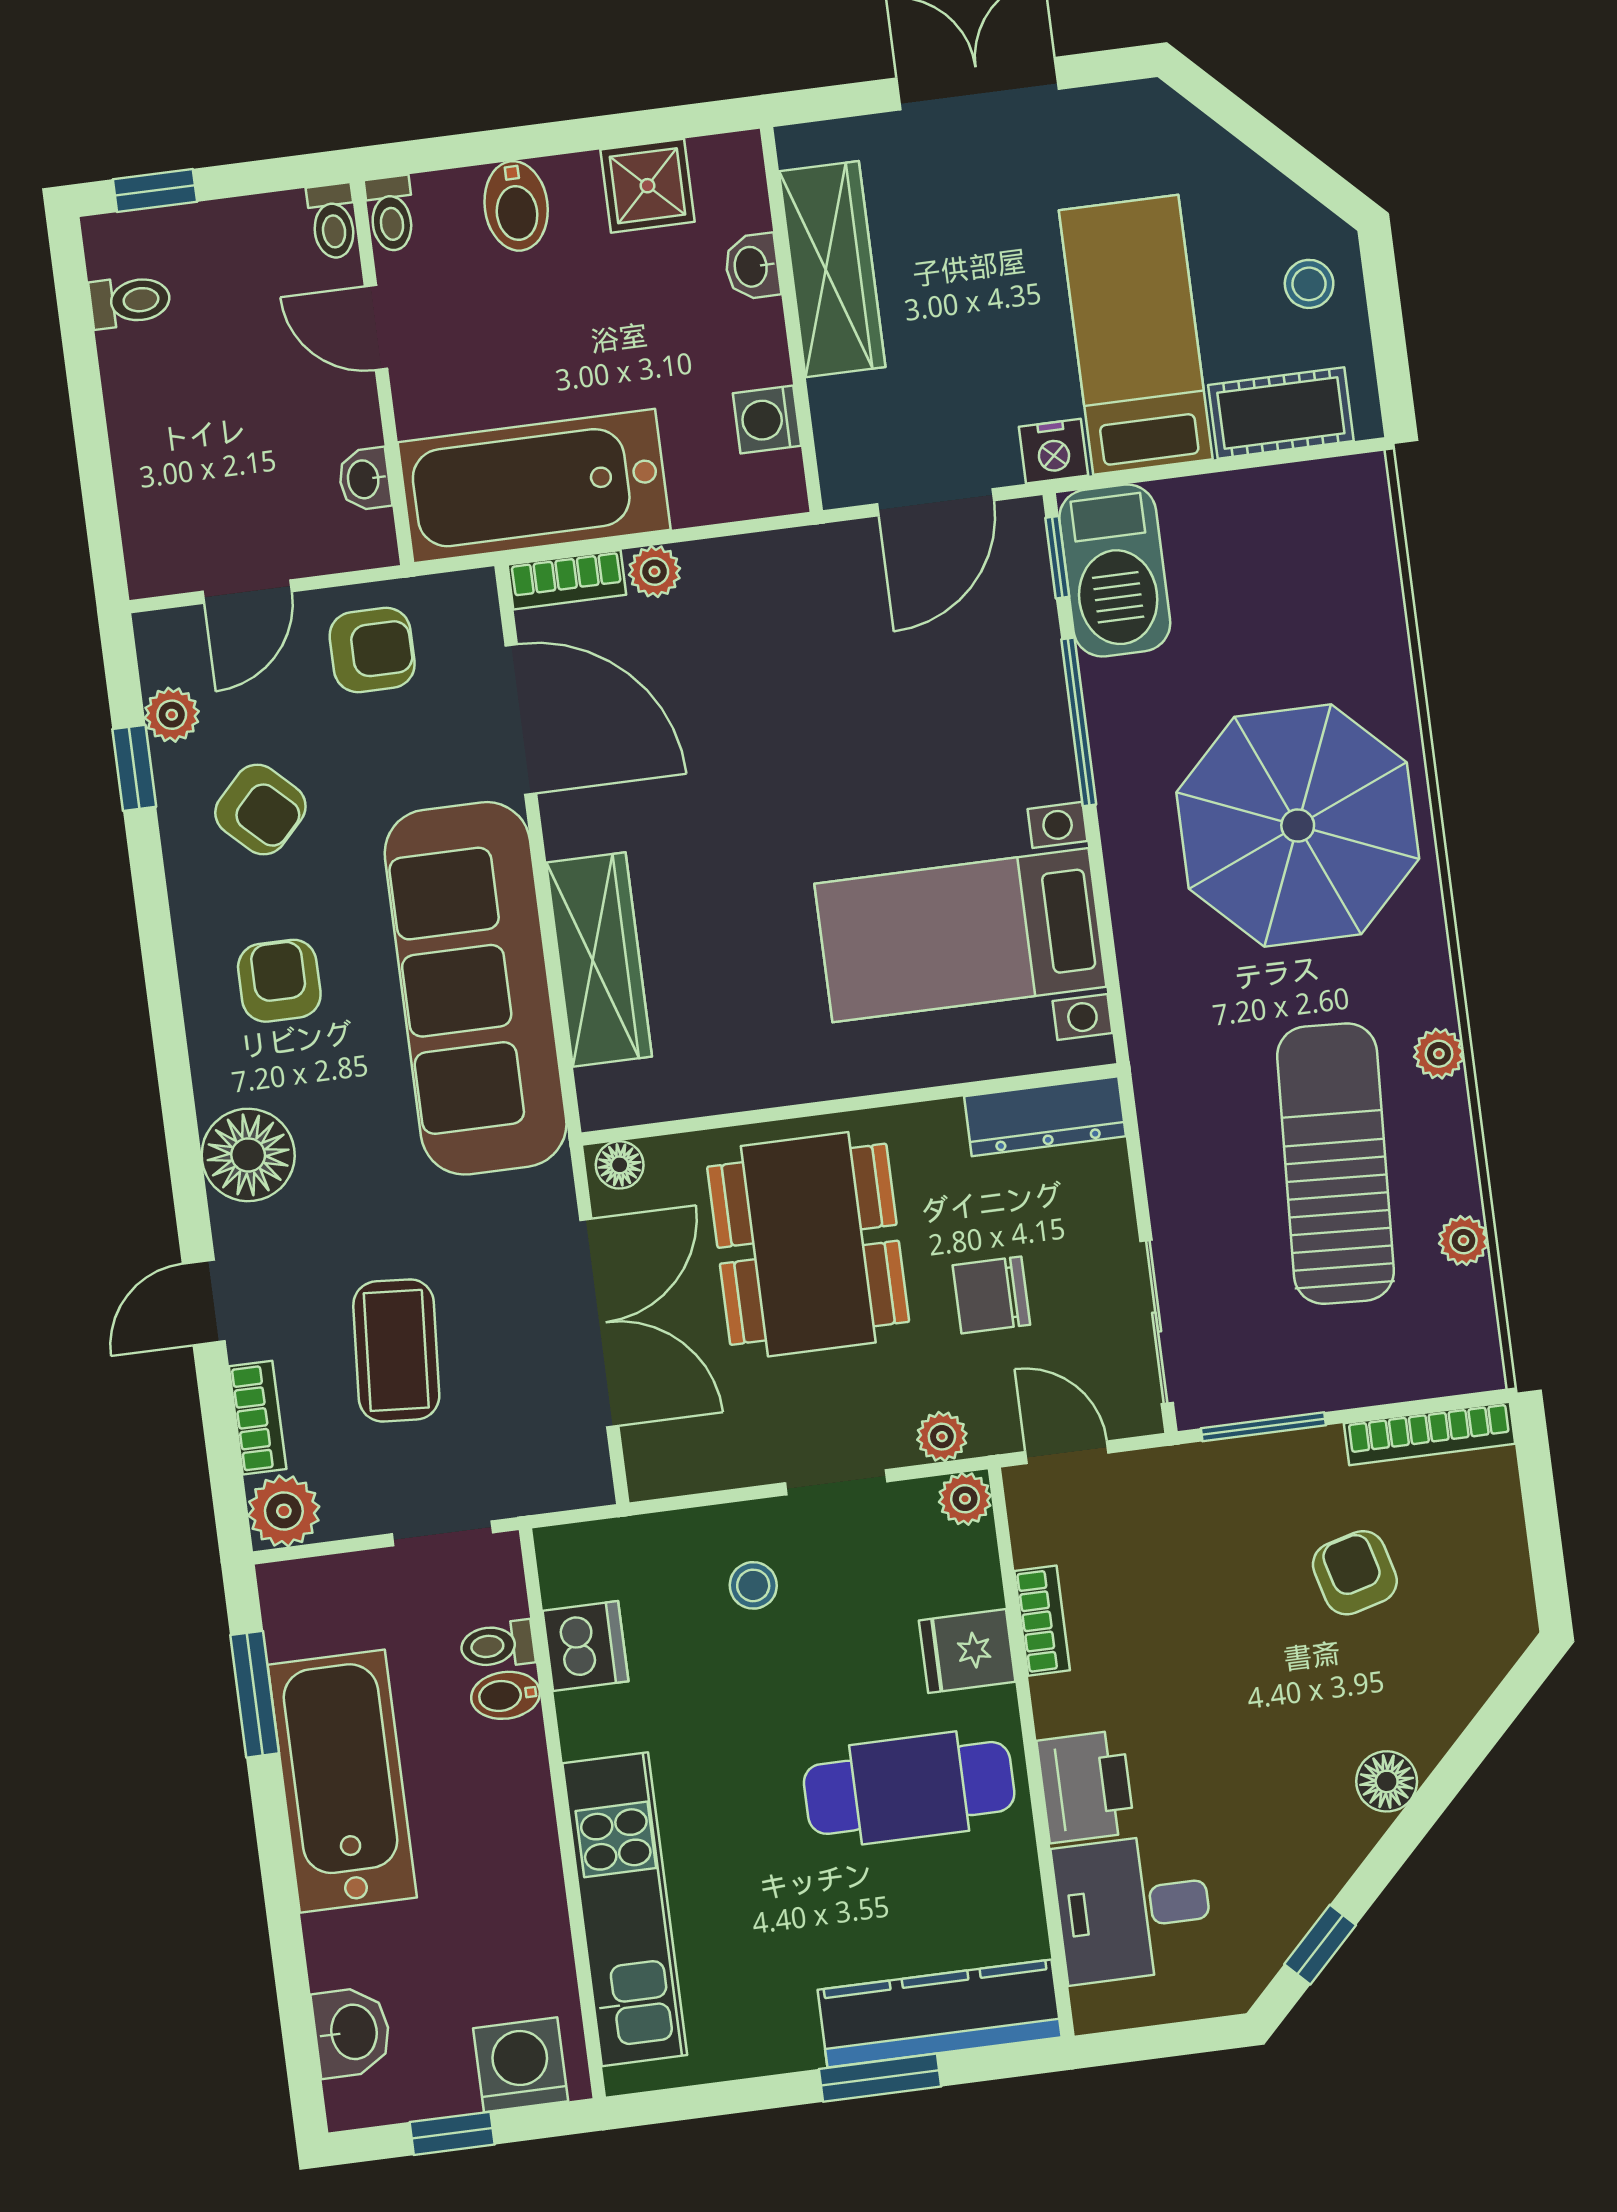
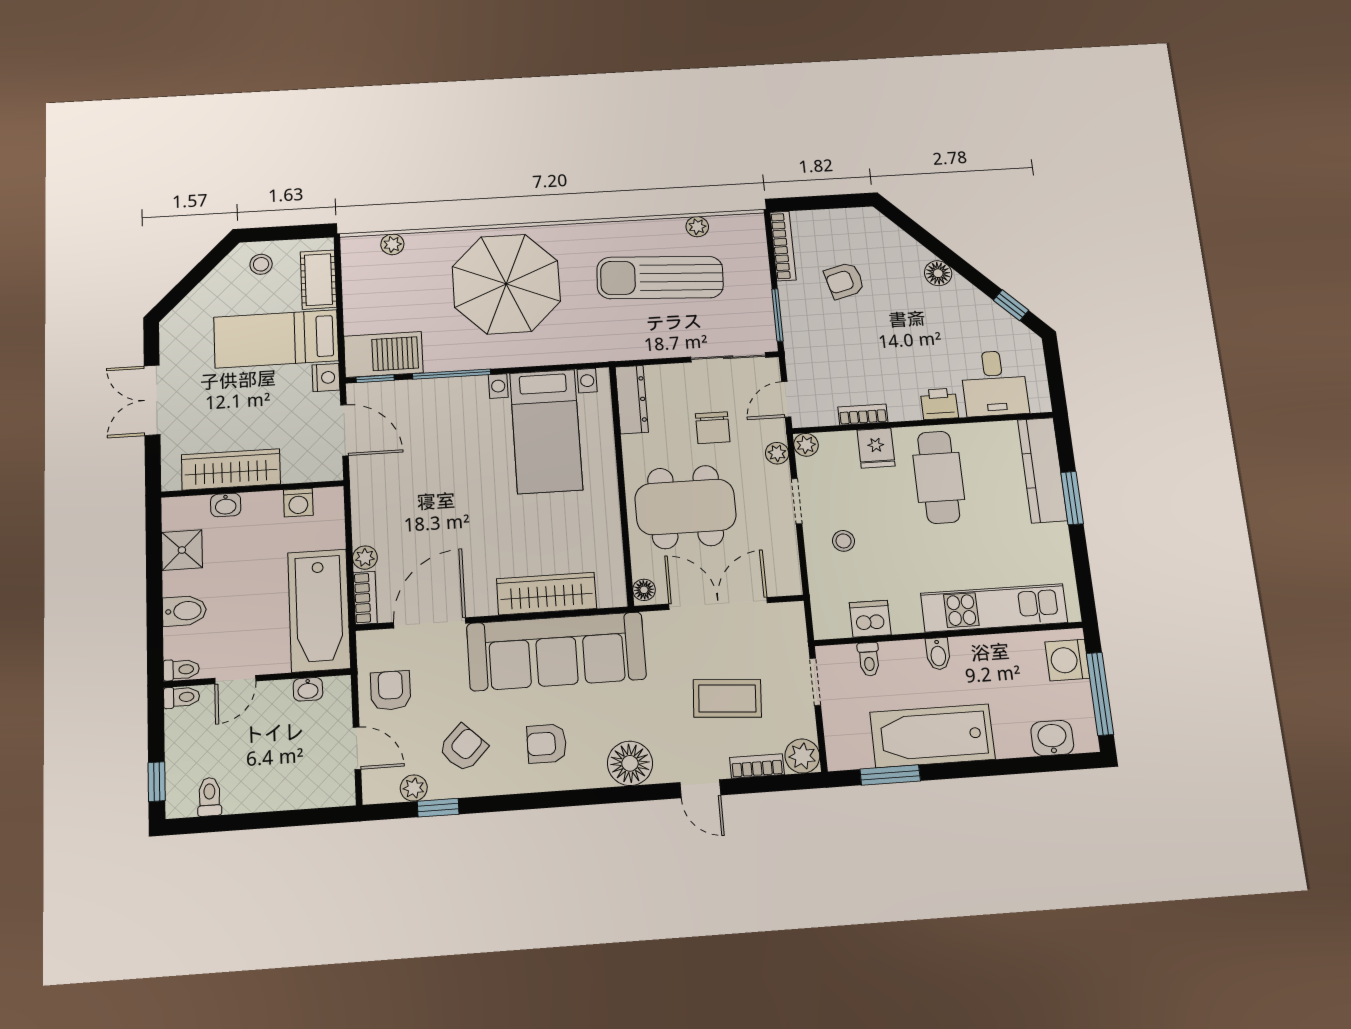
plant: (1439, 1054) -> (392, 244), moved
bidet: (505, 1695) -> (938, 654), moved
printer: (1086, 1787) -> (939, 404), width x0.73, depth x0.81
window: (452, 2133) -> (1100, 694), width x2.17

